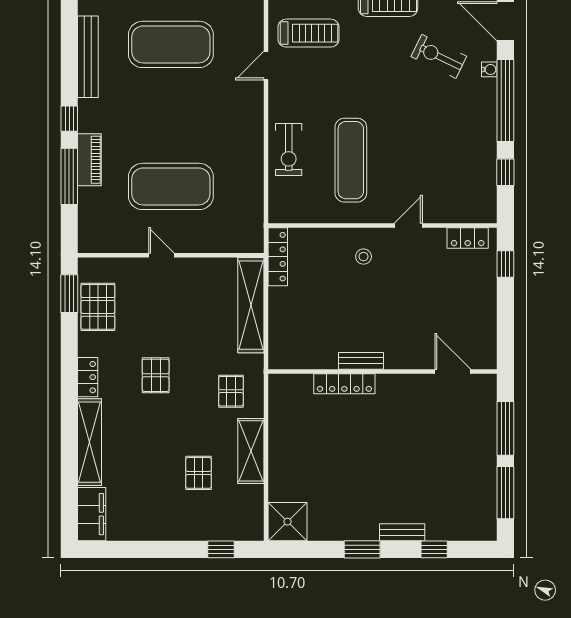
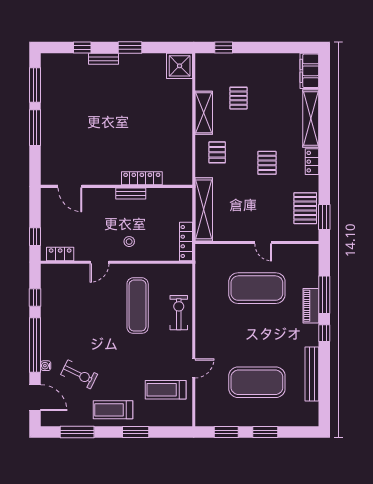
bench: (361, 361) -> (131, 193), moved
wall: (383, 372) -> (117, 186), moved
door: (453, 372) -> (70, 186), moved
locker: (344, 384) -> (142, 178), moved

